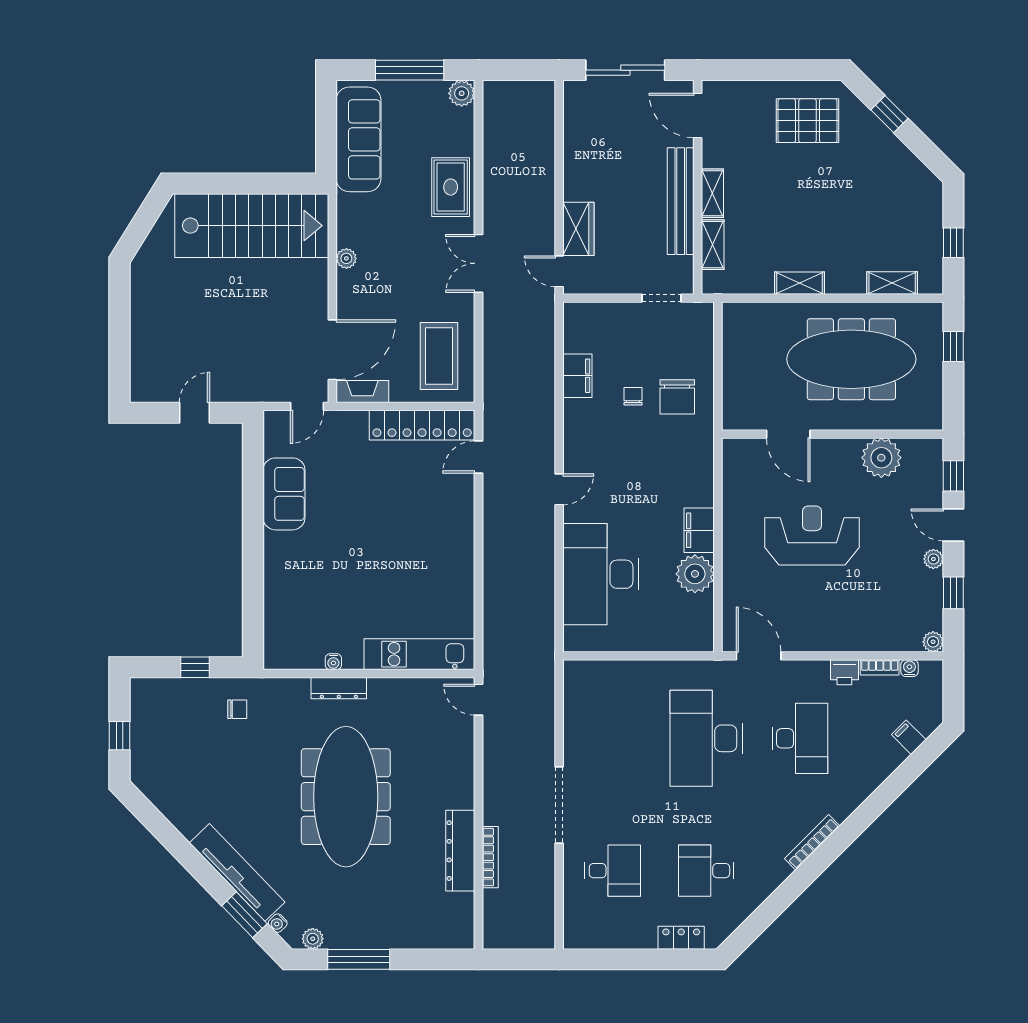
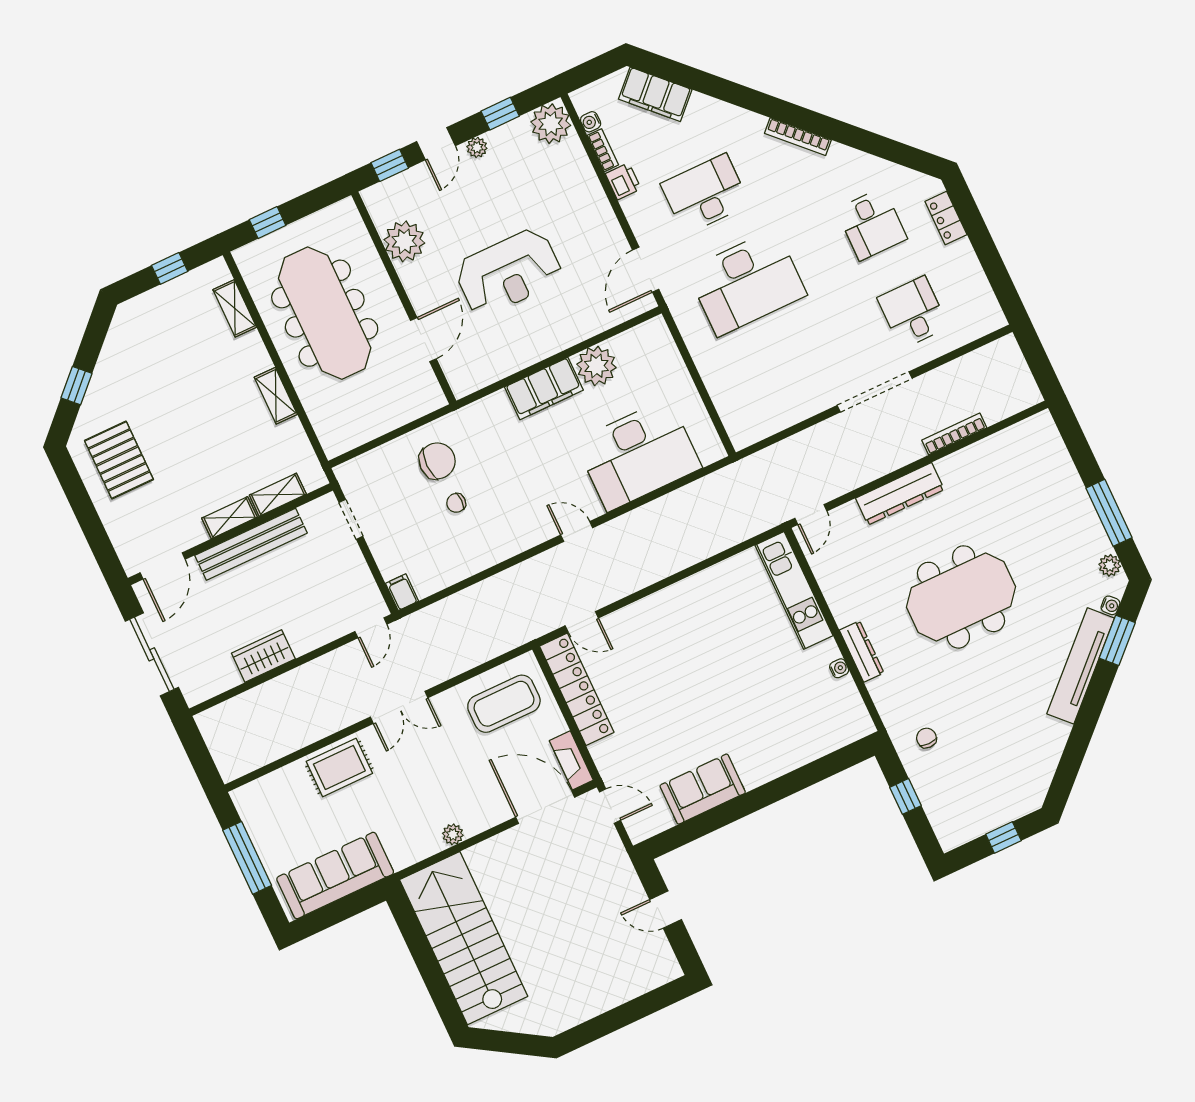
plant: (462, 93) -> (246, 799), removed
wardrobe: (578, 229) -> (263, 656), moved
filing cabinet: (577, 376) -> (402, 592), moved, width x0.50
filing cabinet: (699, 530) -> (544, 389), width x1.50, depth x1.17
reception desk: (812, 536) -> (508, 272), turned -90
plant: (933, 642) -> (551, 124), width x1.88, depth x1.88
filing cabinet: (909, 737) -> (655, 94), width x3.00, depth x1.17
meeting table: (346, 797) -> (961, 597), width x0.73
dresser: (460, 851) -> (900, 494), moved

